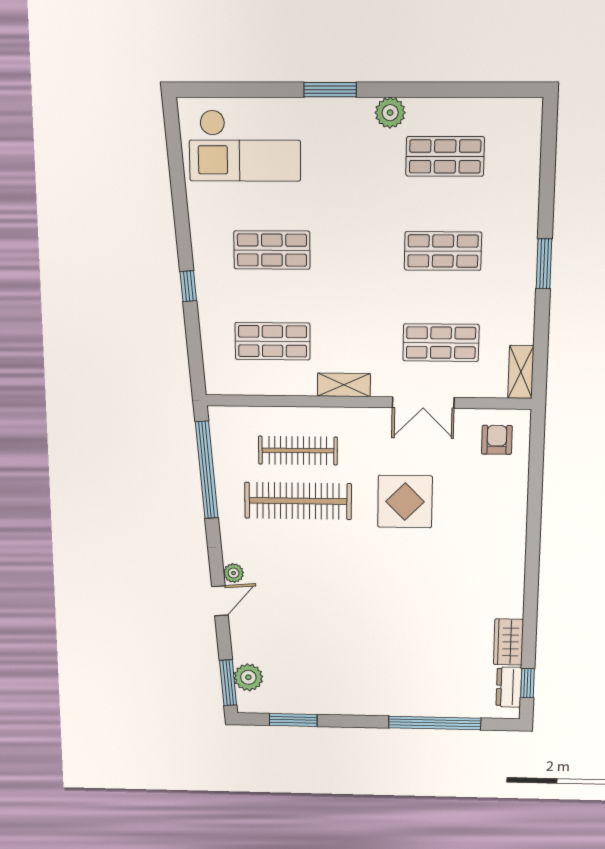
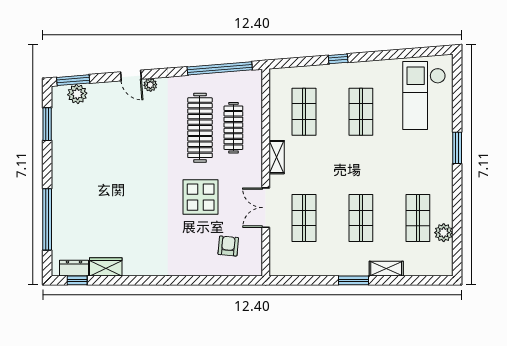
plant: (390, 113) -> (444, 233), moved
shelving: (521, 372) -> (386, 269), moved
armchair: (497, 440) -> (228, 246), moved, turned -85

